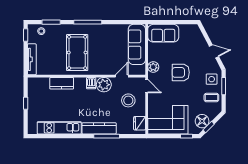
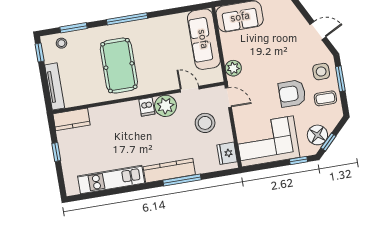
armchair: (181, 72) -> (292, 93), moved
door: (122, 76) -> (190, 89), hinge flipped
kitchen counter: (62, 83) -> (71, 119), moved

